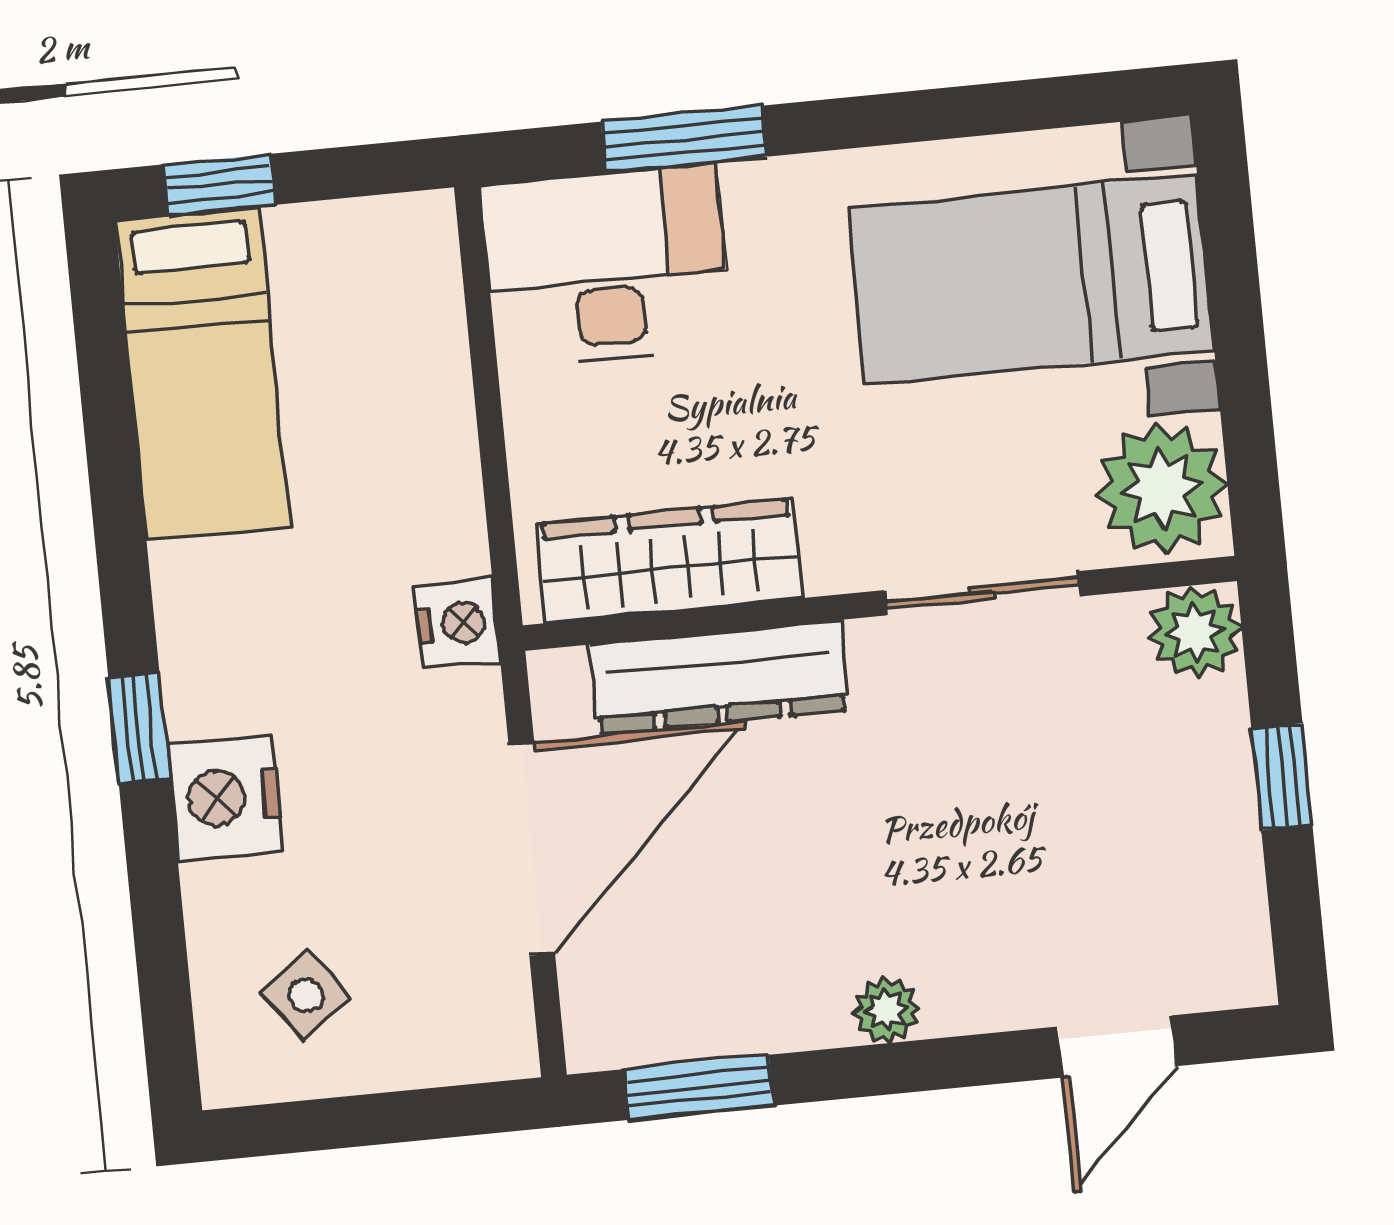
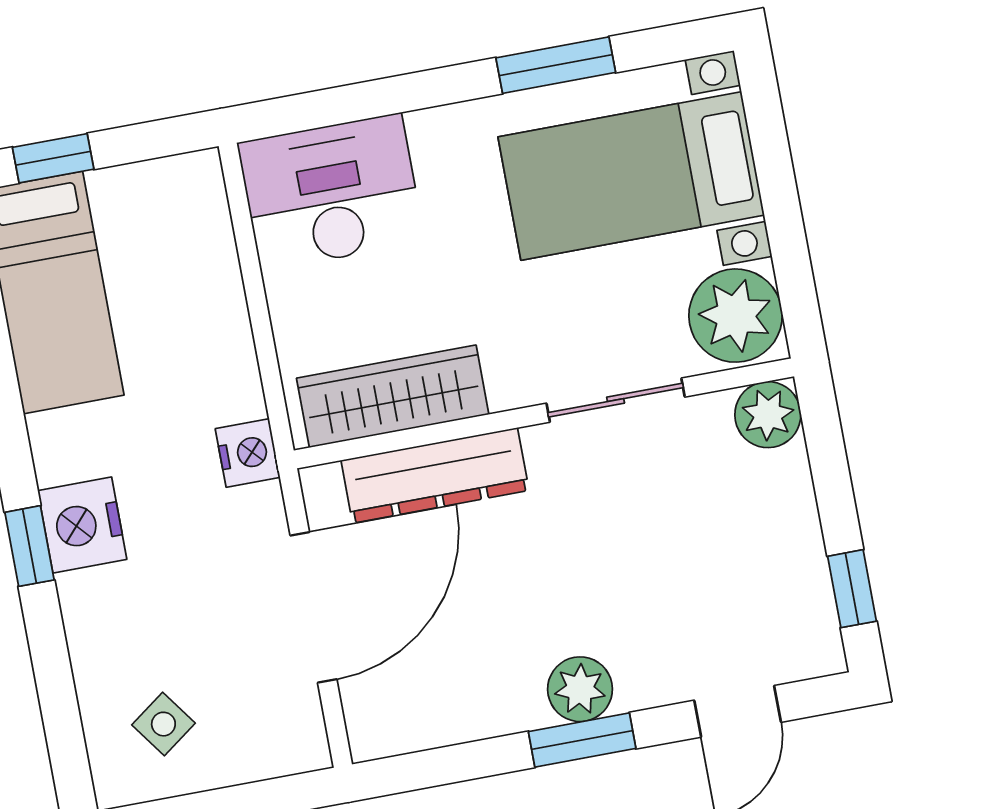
window: (684, 139) -> (556, 65), moved
window: (1282, 777) -> (852, 589), moved
nightstand: (225, 798) -> (82, 525), moved
plant: (886, 1010) -> (580, 689), width x1.38, depth x1.38
window: (699, 1087) -> (582, 740), moved

